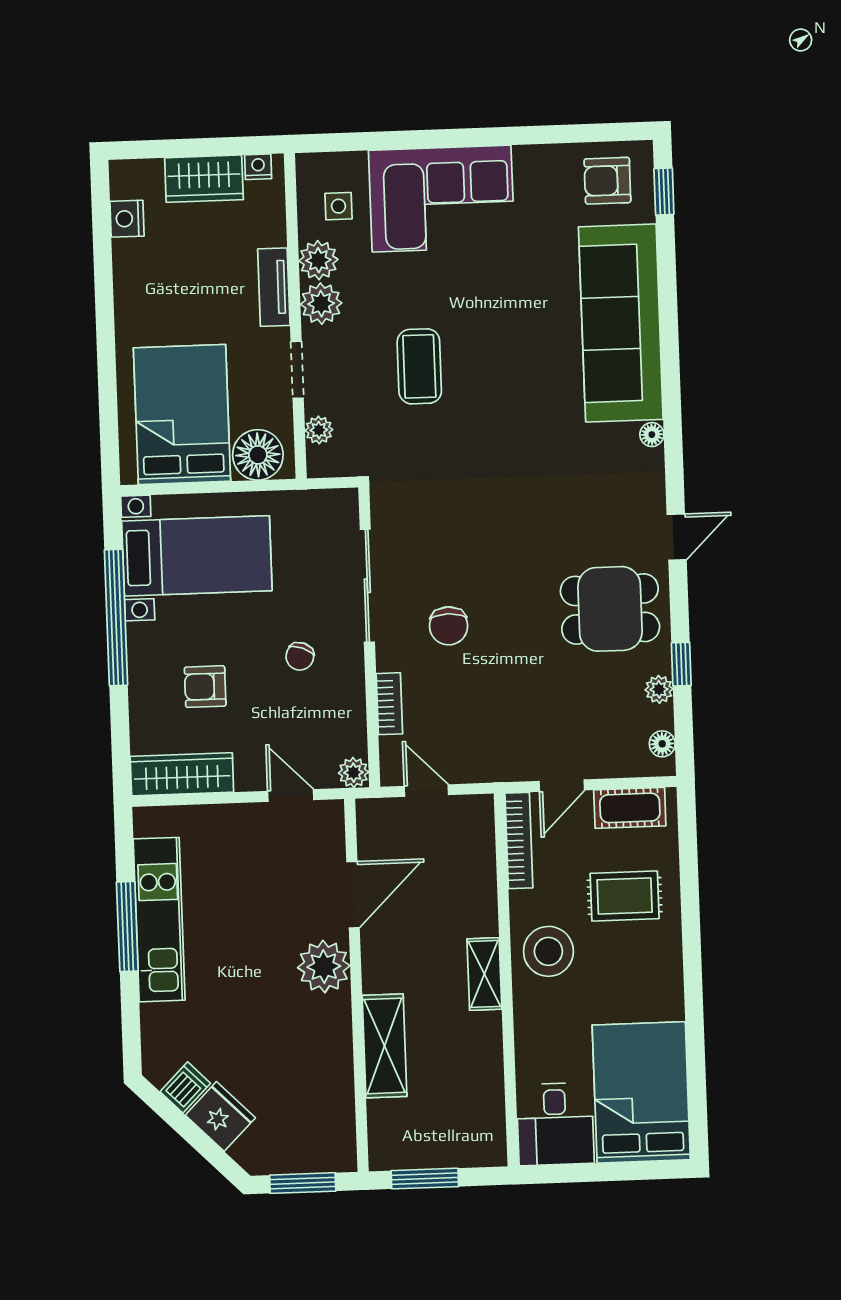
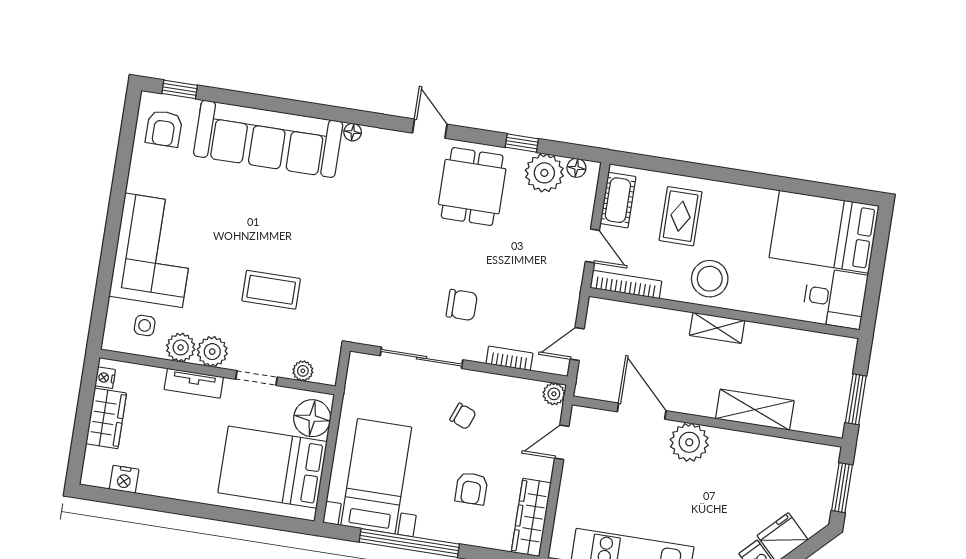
plant: (659, 689) -> (544, 173), width x1.88, depth x1.88

